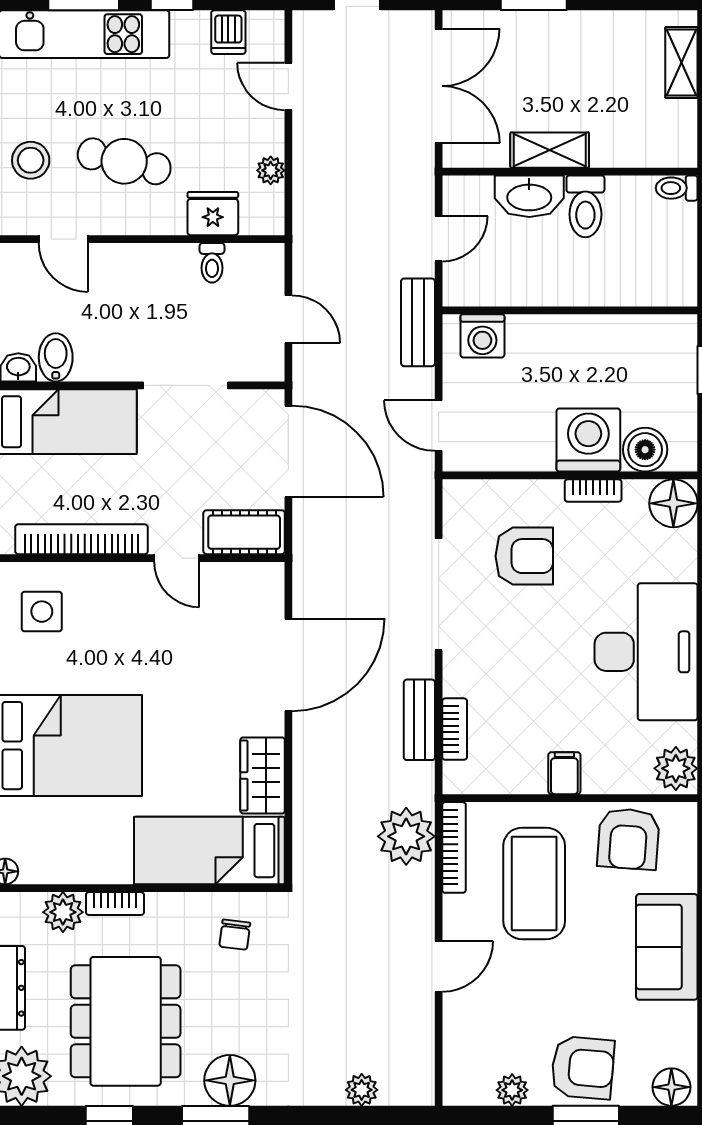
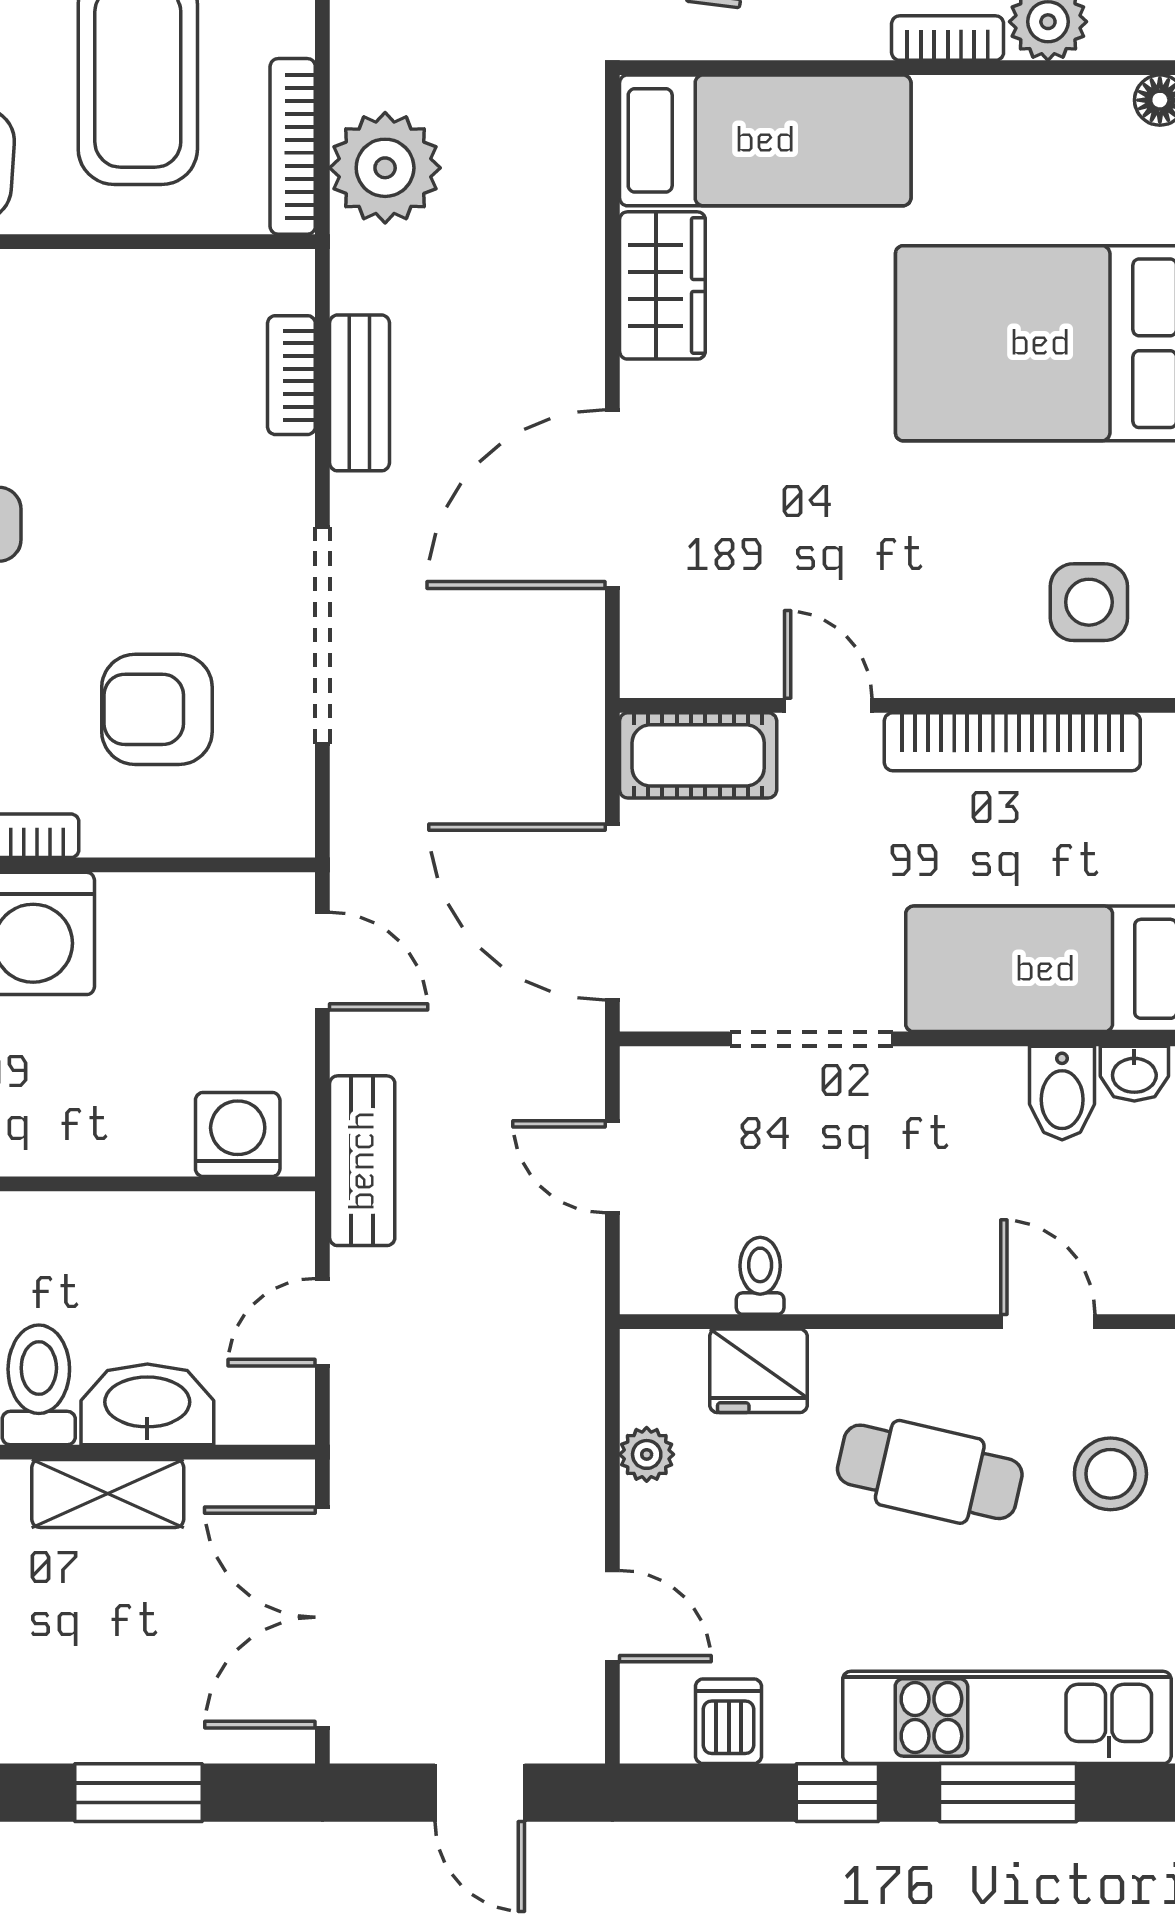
filing cabinet: (564, 773) -> (79, 290), removed

